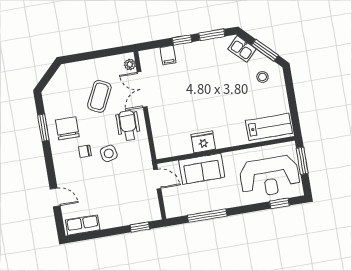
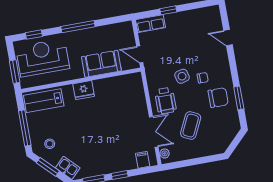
filing cabinet: (168, 55) -> (143, 160), moved
window: (291, 95) -> (25, 128), added
chair: (67, 128) -> (218, 98), turned -90
fridge: (203, 142) -> (84, 90), moved
window: (207, 216) -> (78, 27), moved
row of seats: (83, 225) -> (150, 24), moved
window: (140, 227) -> (168, 10), moved

